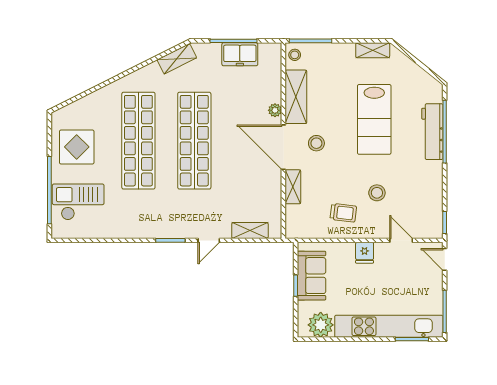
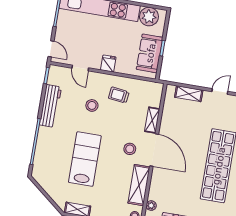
plant: (275, 110) -> (151, 206), moved
workbench: (432, 132) -> (50, 106), moved

